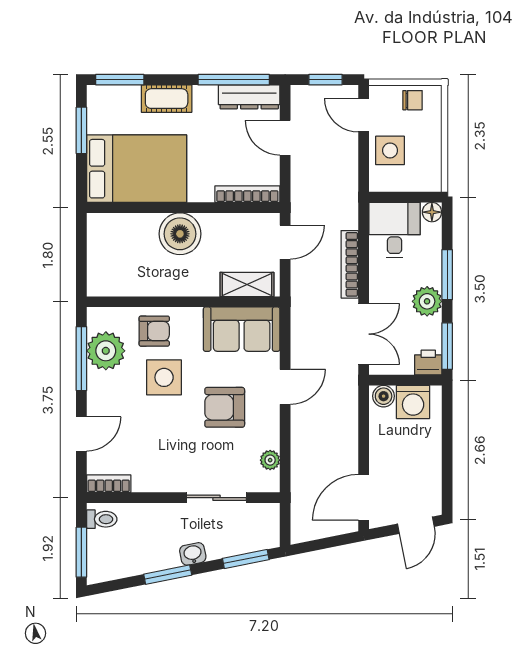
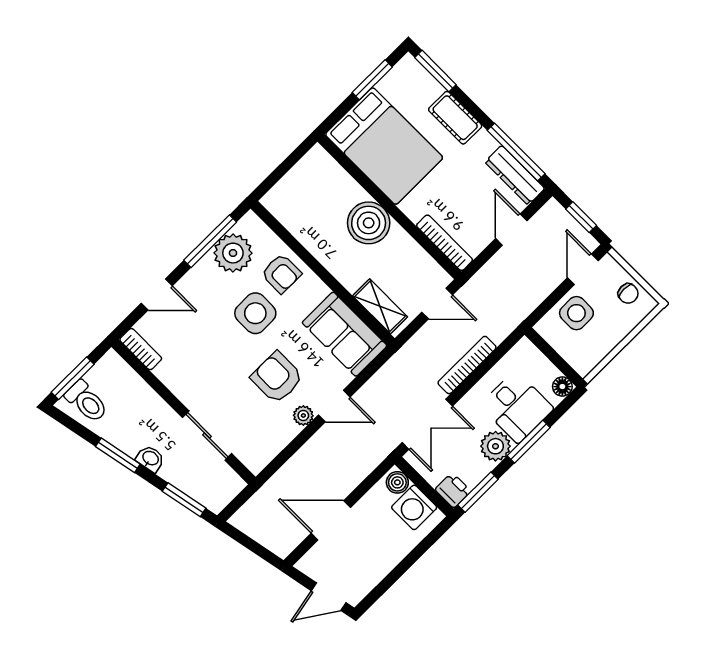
desk: (394, 230) -> (517, 407), moved, turned 90
plant: (270, 460) -> (303, 416), moved
door: (364, 497) -> (331, 520), moved
toilet: (102, 519) -> (87, 402), moved, width x1.37, depth x1.39

